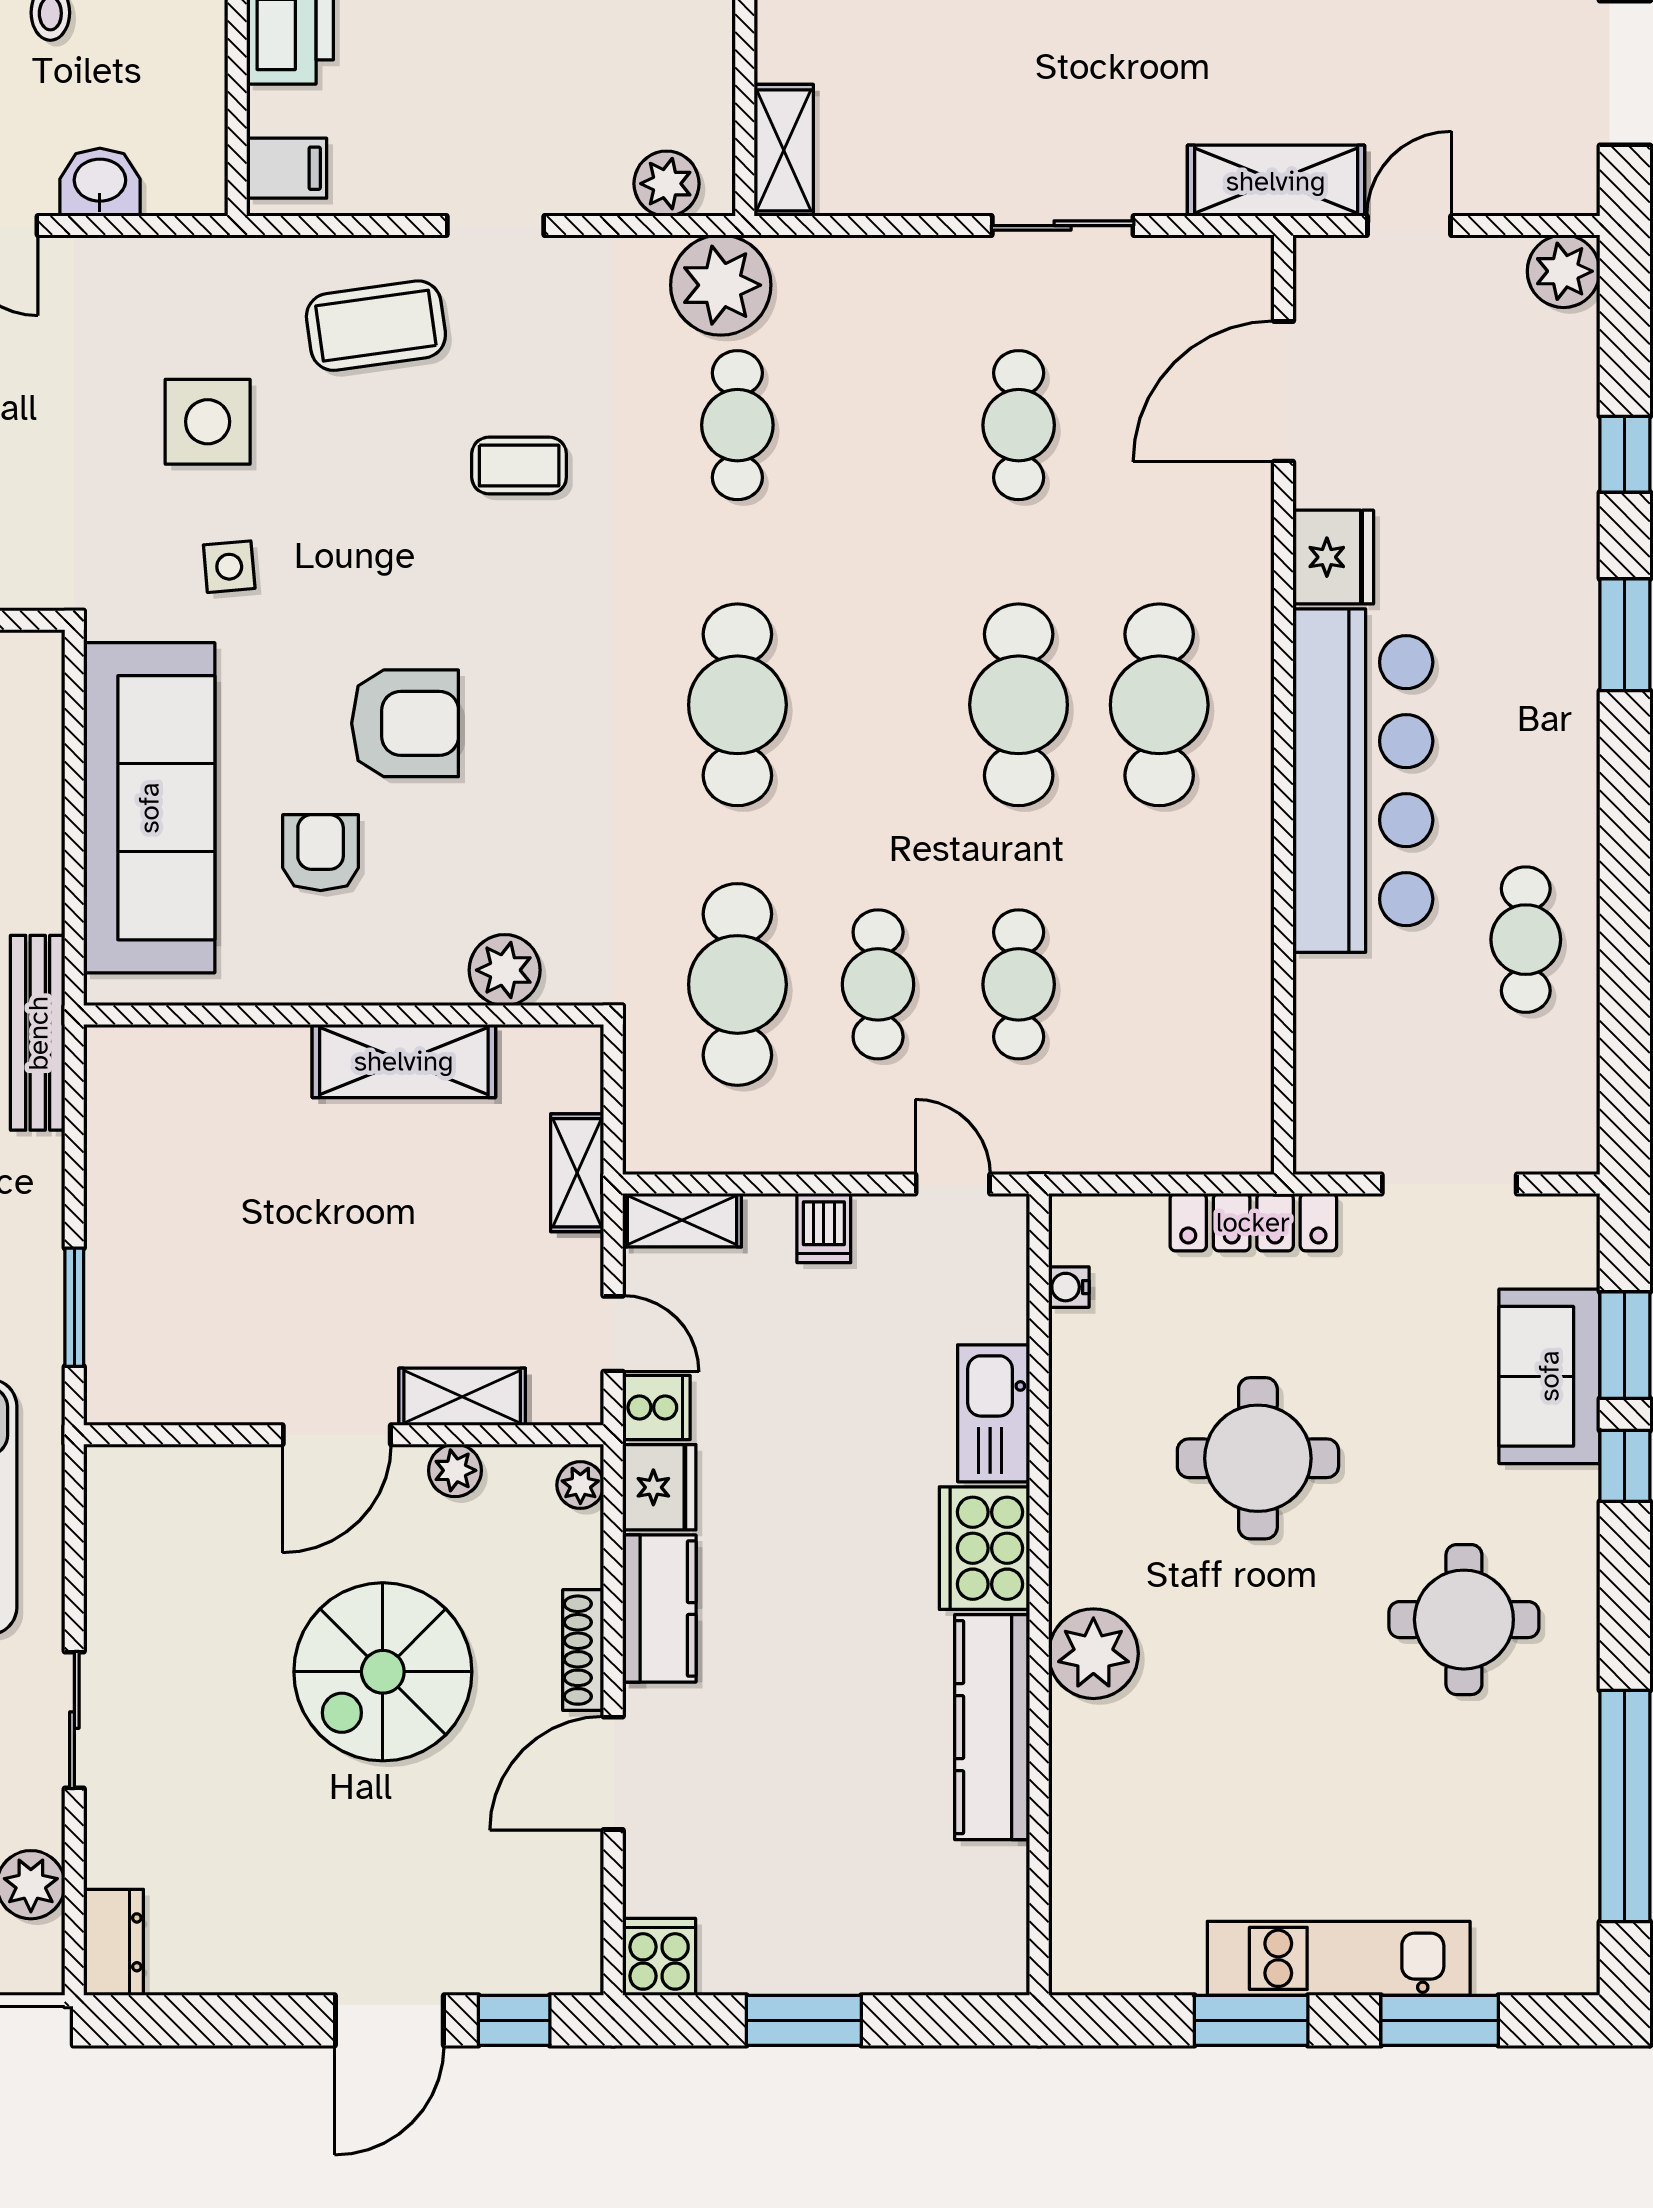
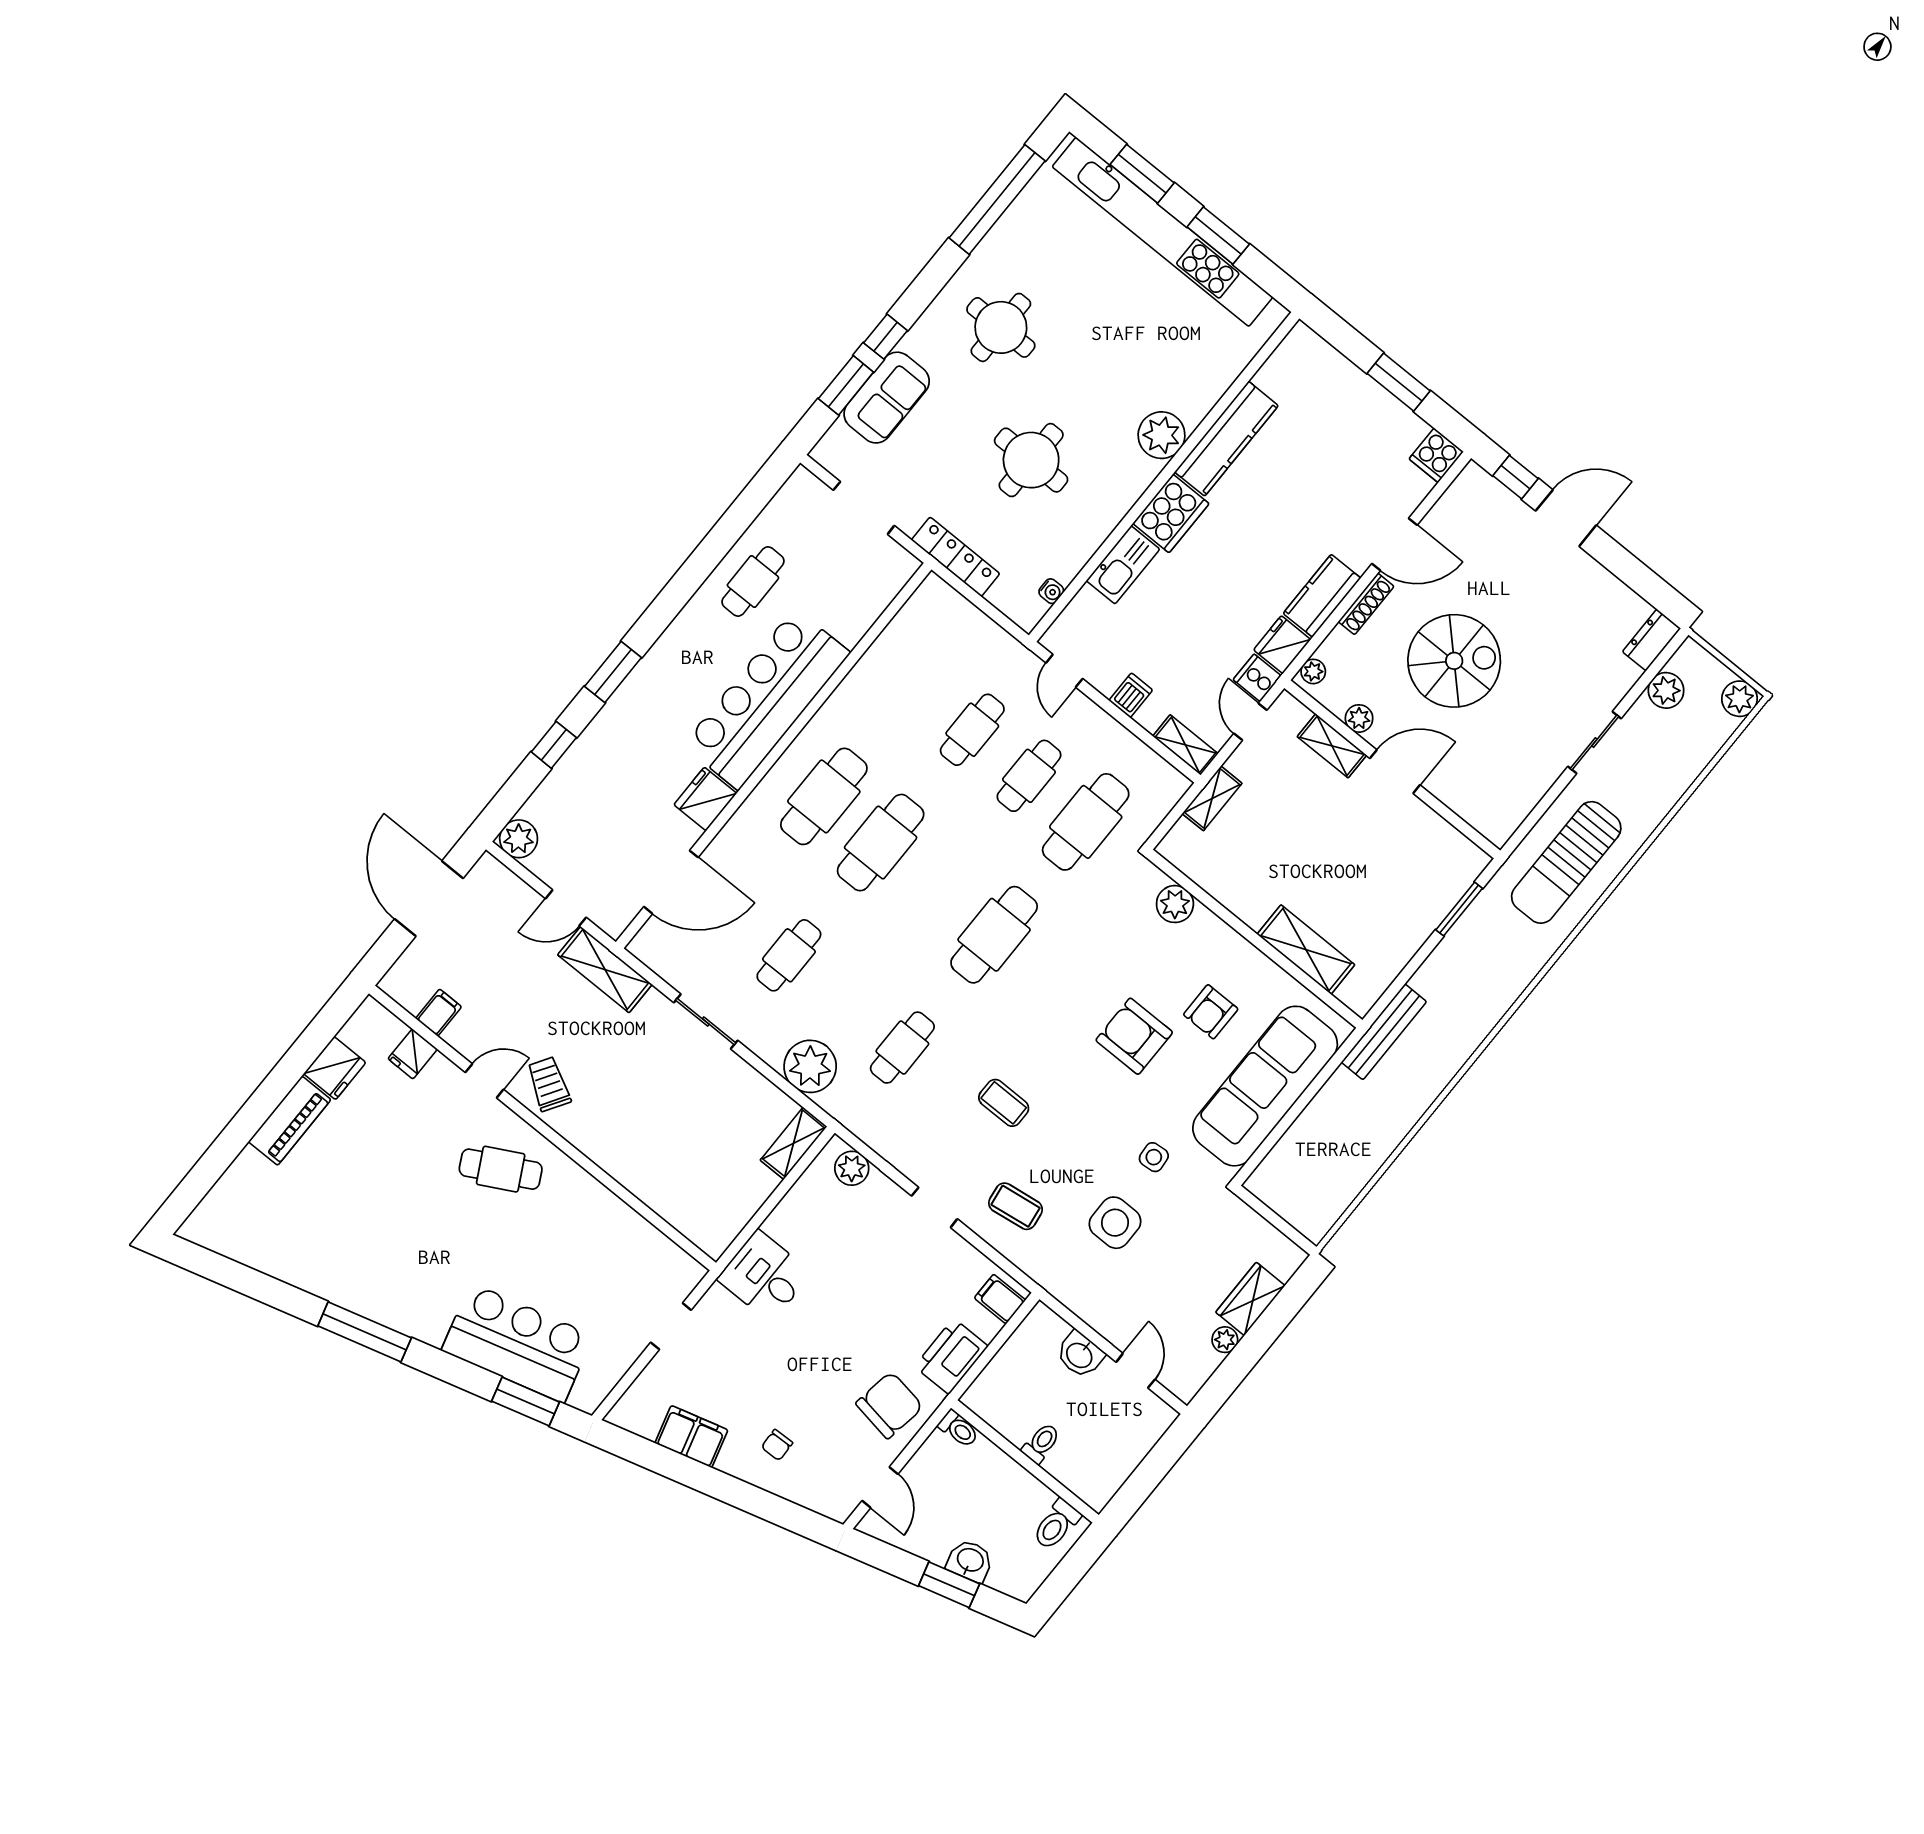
plant: (721, 285) -> (810, 1066), moved
coffee table: (376, 326) -> (1016, 1206), width x0.73, depth x0.77
shelving: (404, 1061) -> (1306, 950), moved
kitchen unit: (1339, 1958) -> (1162, 232), width x1.86

